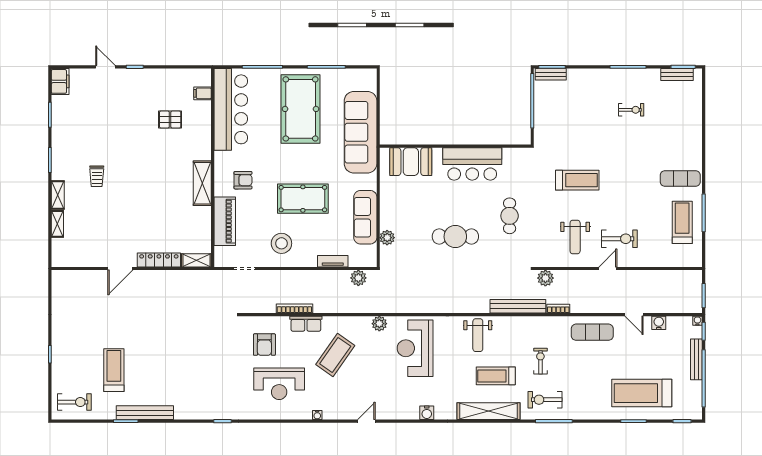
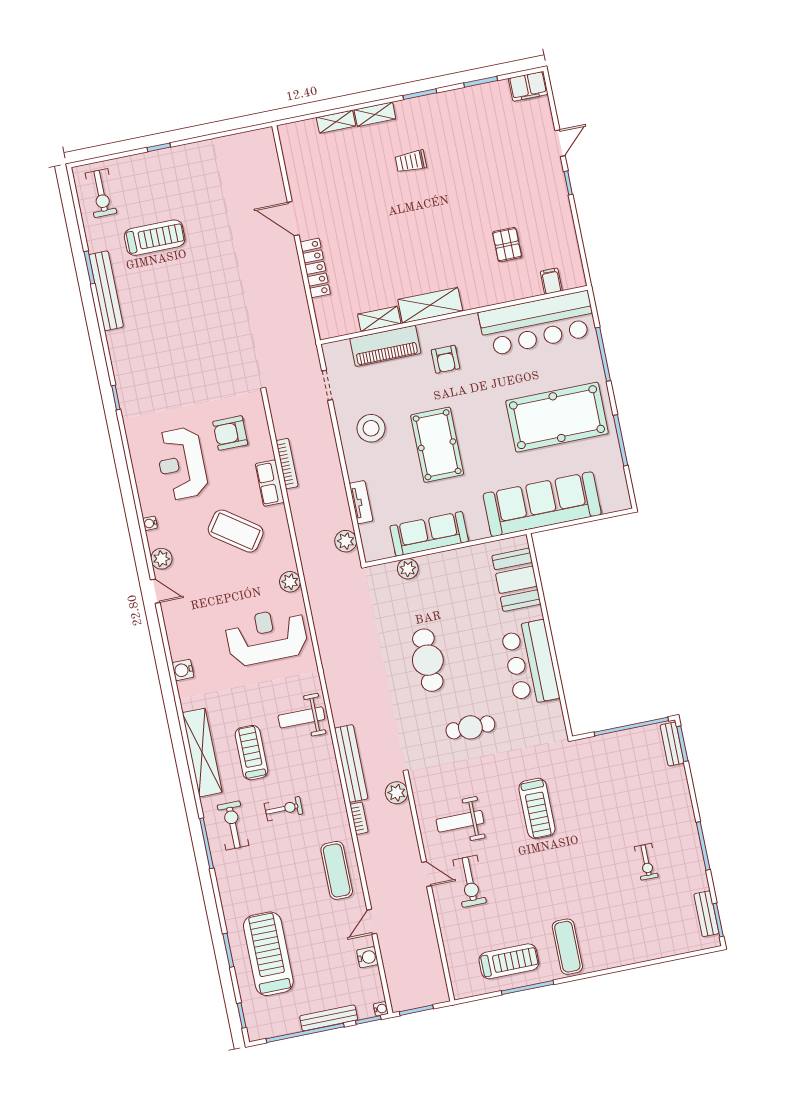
shelving: (196, 260) -> (379, 319), moved, turned 90
plant: (344, 412) -> (161, 559), added

